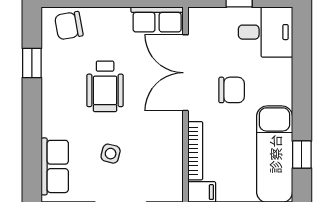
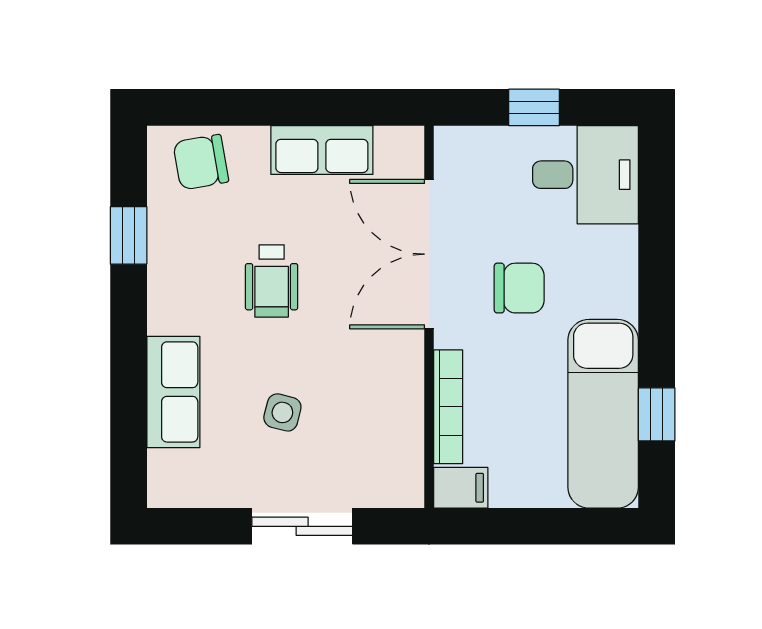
row of seats: (157, 19) -> (322, 150), moved
wheelchair: (105, 86) -> (272, 281), width x0.73, depth x0.73
row of seats: (55, 166) -> (173, 392), moved

